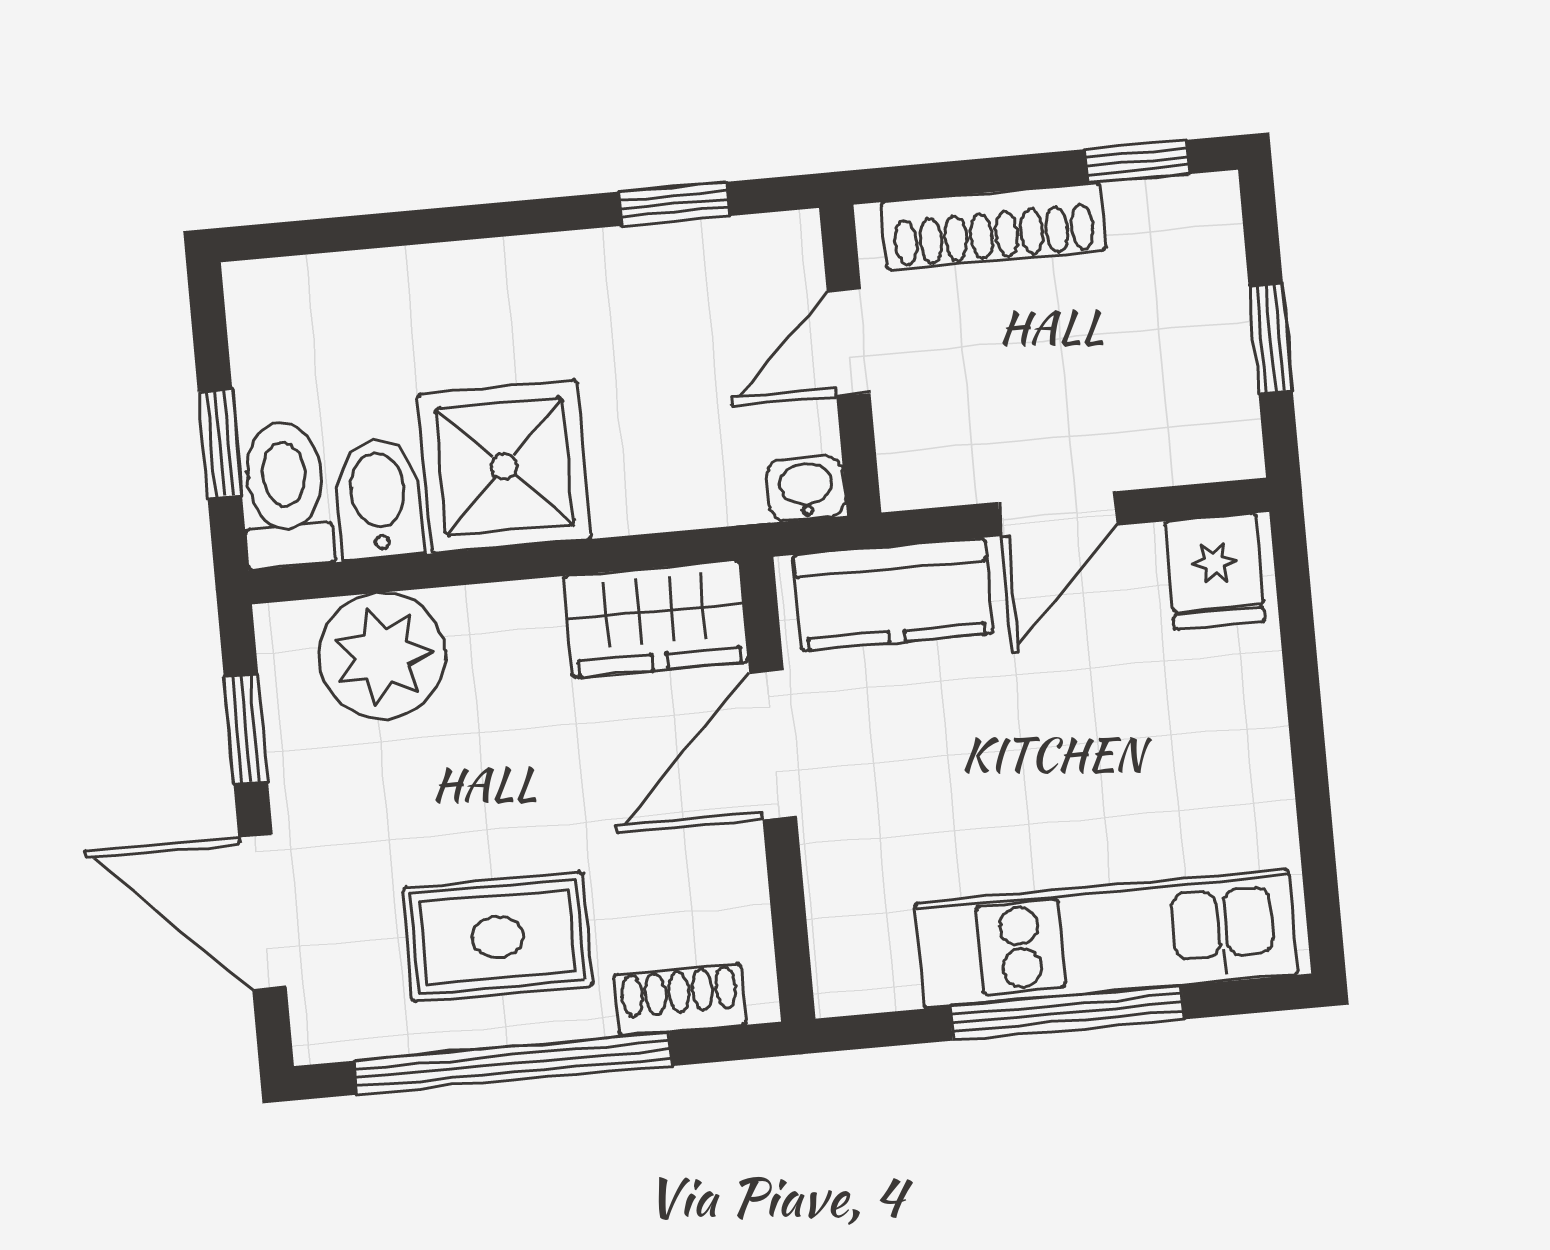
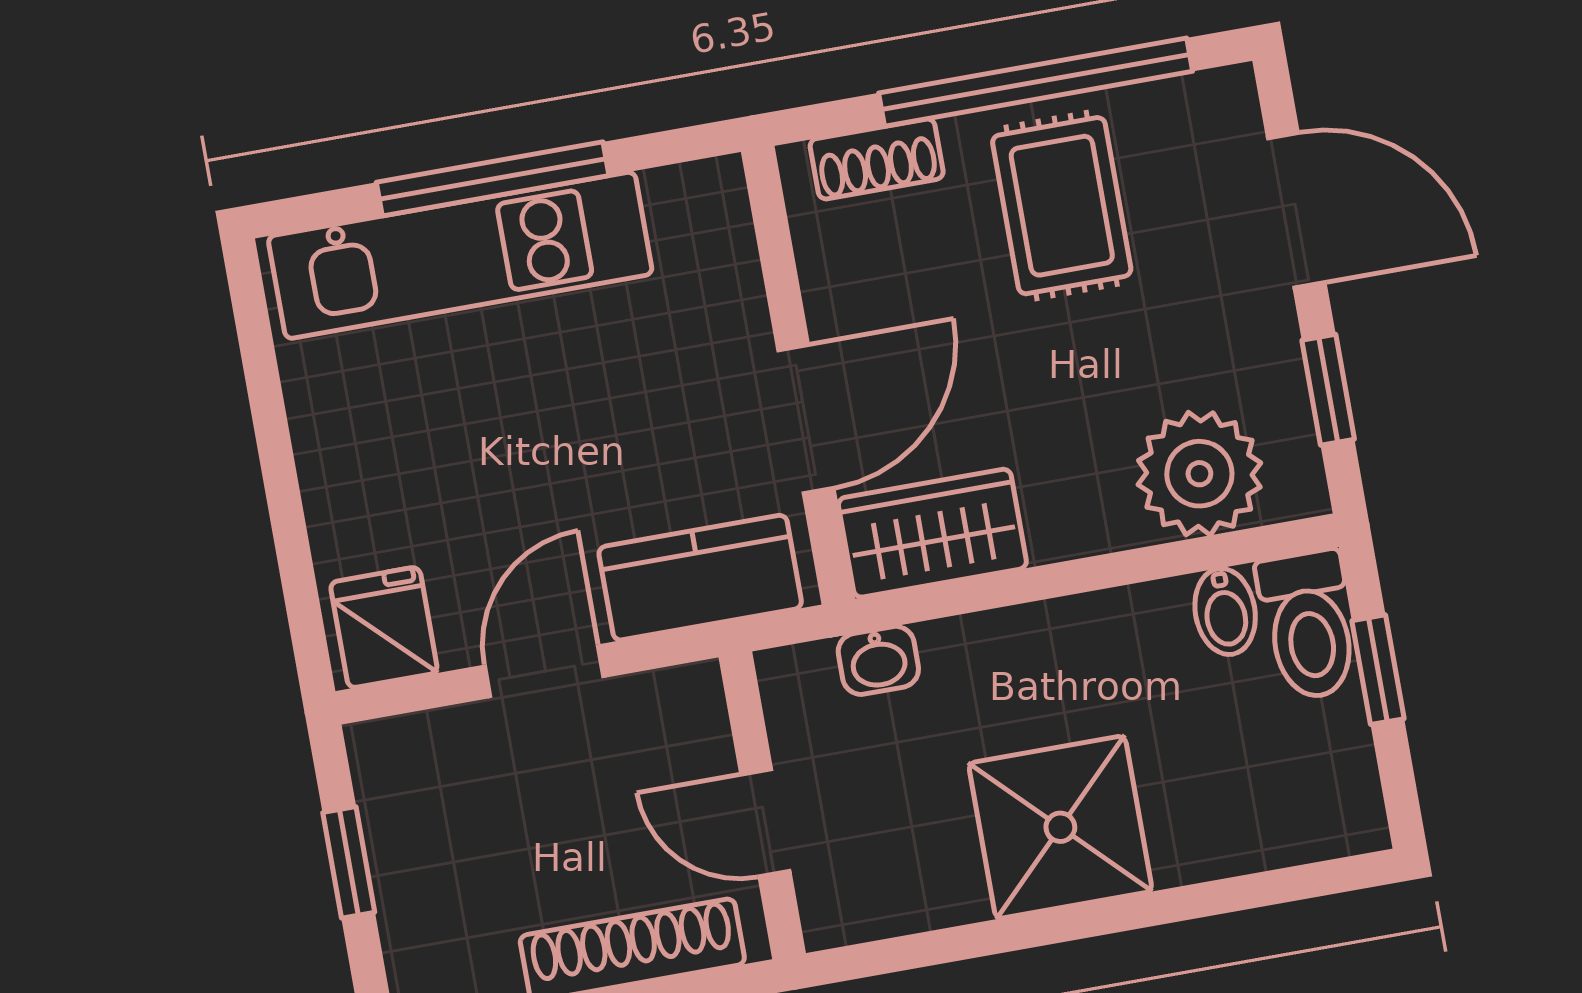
window: (674, 204) -> (950, 945), removed
door: (849, 342) -> (765, 823), swing flipped
shower: (504, 466) -> (1060, 827), moved
washbasin: (806, 488) -> (878, 660), moved
bidet: (378, 498) -> (1225, 611), width x0.72, depth x0.74
rug: (498, 937) -> (1062, 206), turned 90

